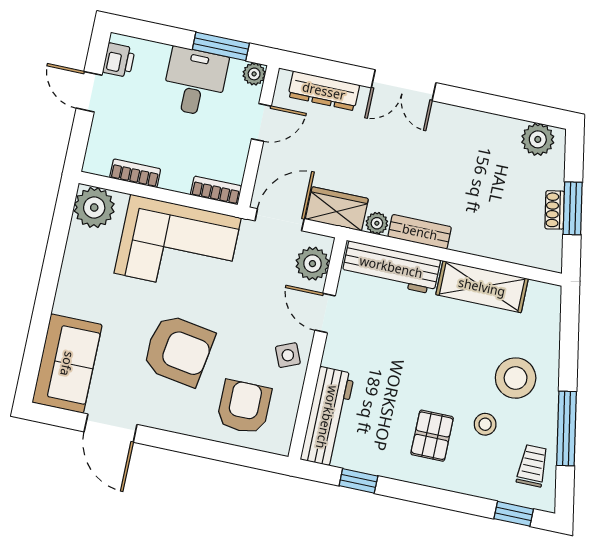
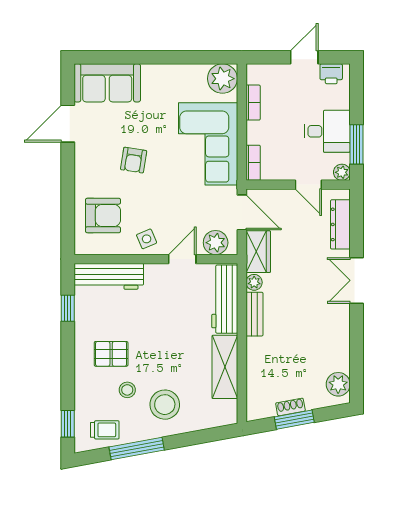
armchair: (178, 350) -> (134, 160), width x0.53, depth x0.53

